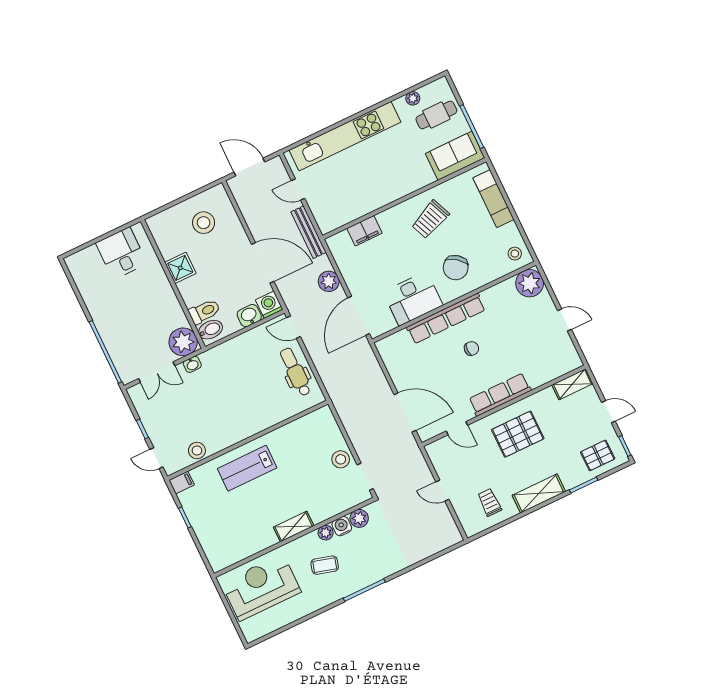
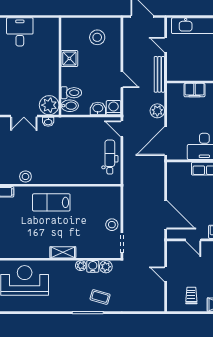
desk: (121, 253) -> (20, 32), moved
door: (263, 263) -> (122, 80), width x0.53
coffee table: (325, 565) -> (100, 297), moved

